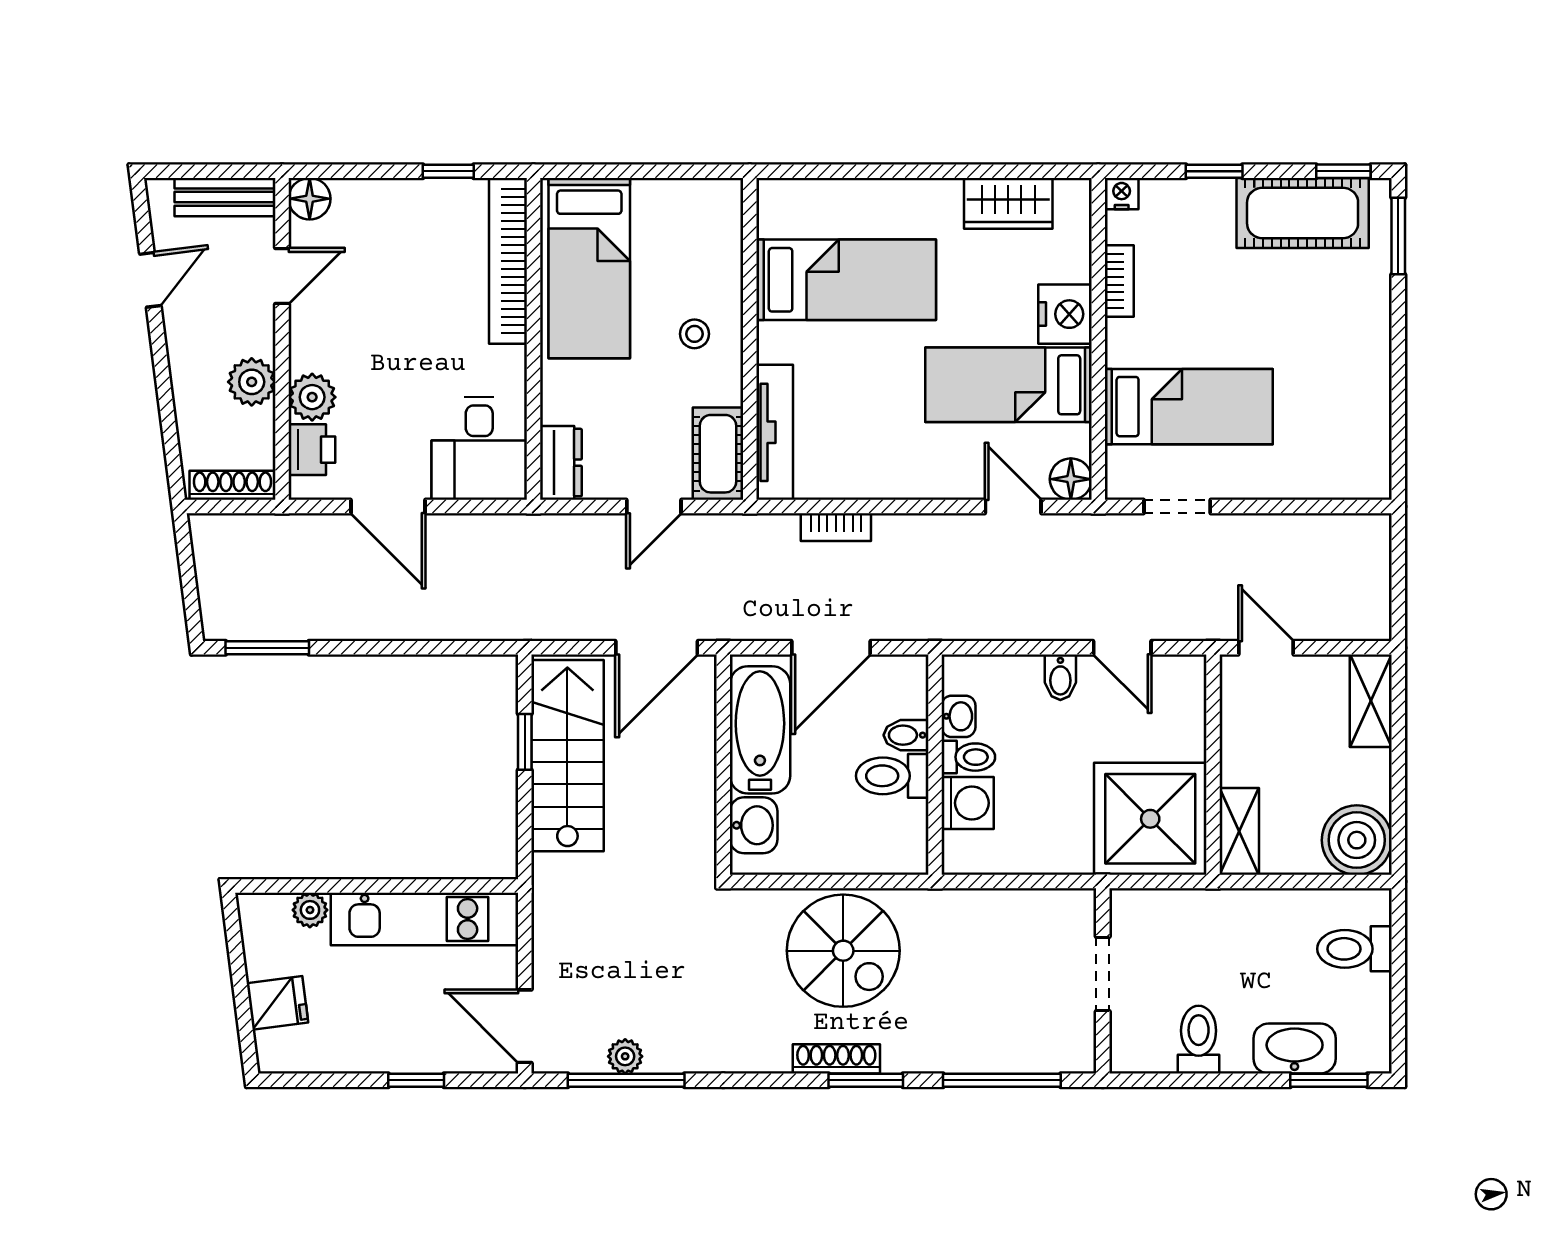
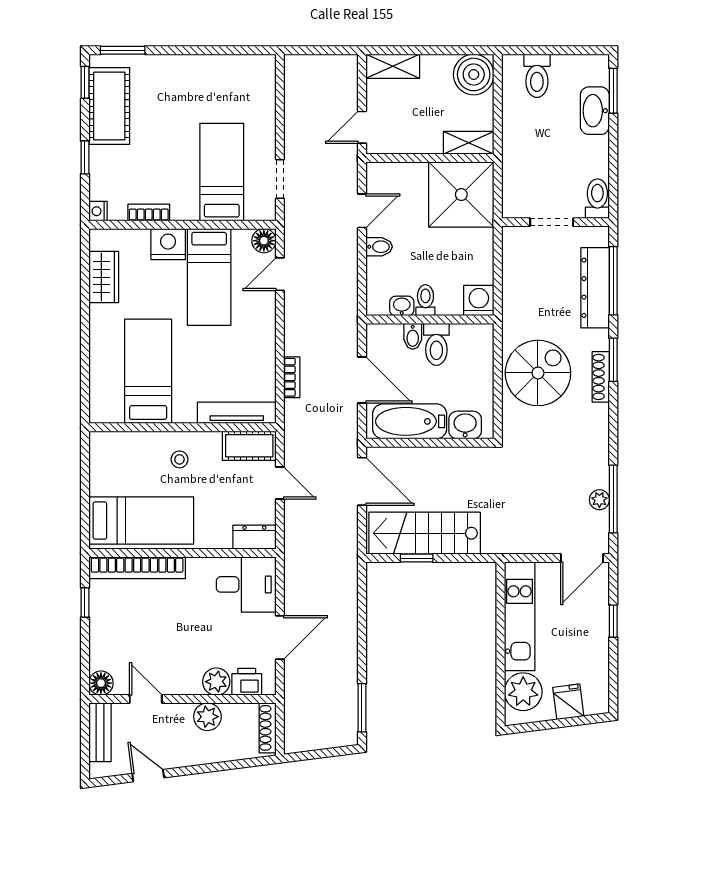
washing machine: (968, 803) -> (479, 301), moved
plant: (310, 910) -> (523, 692), width x1.88, depth x1.88
toilet: (1199, 1040) -> (597, 199), moved, turned 90
dresser: (990, 1049) -> (595, 288), added

